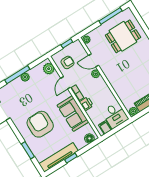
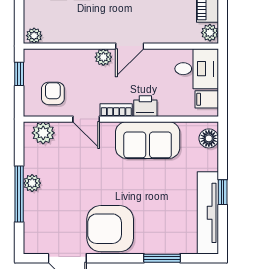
door: (94, 60) -> (130, 46), moved
armchair: (40, 124) -> (110, 229), moved

